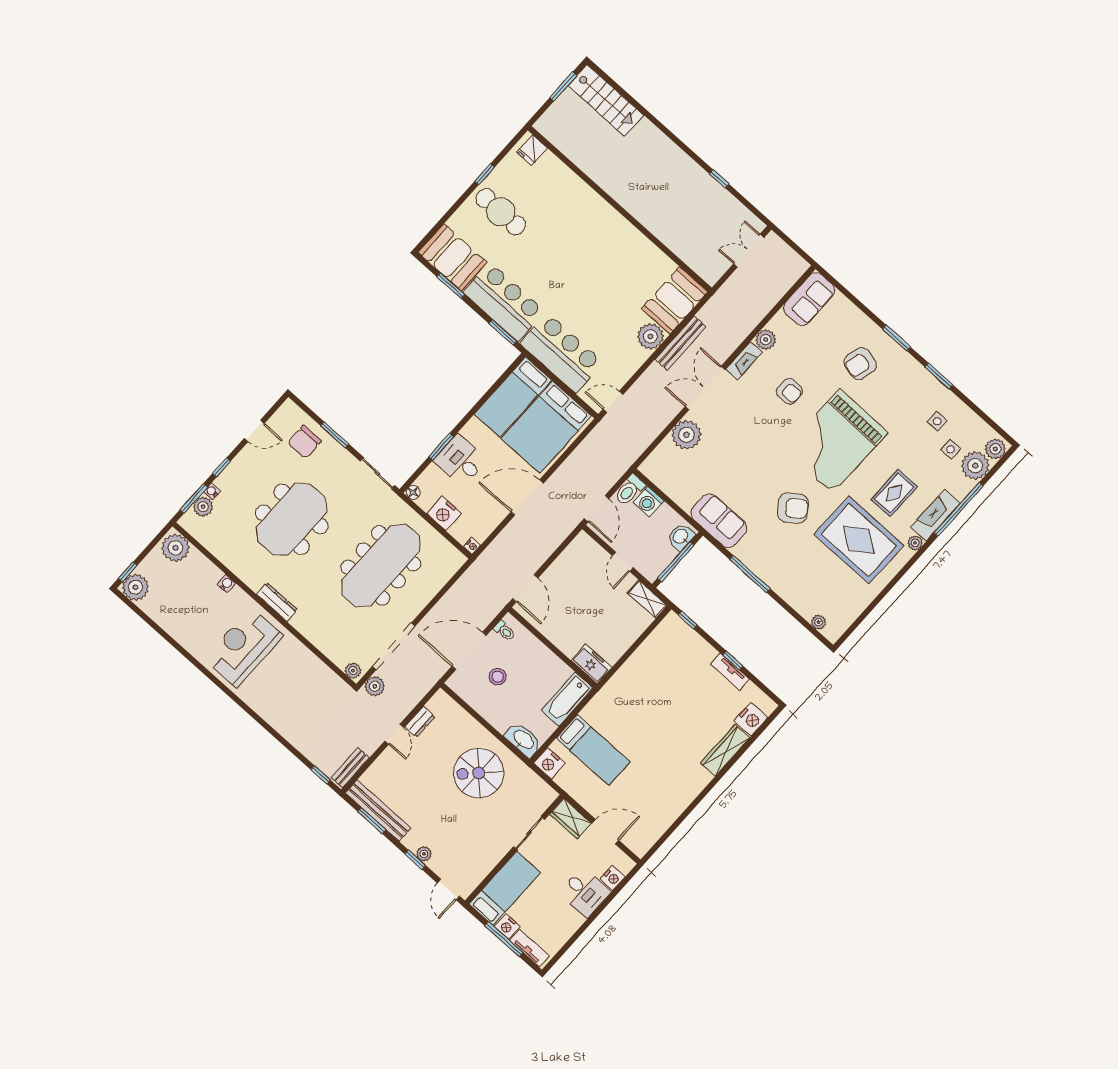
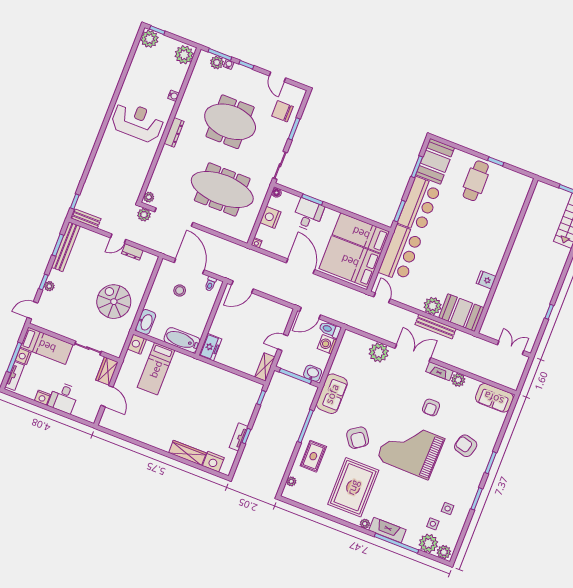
fridge: (532, 150) -> (486, 280), moved
rug: (894, 493) -> (313, 456), moved, turned 90
nightstand: (613, 878) -> (42, 398), moved

